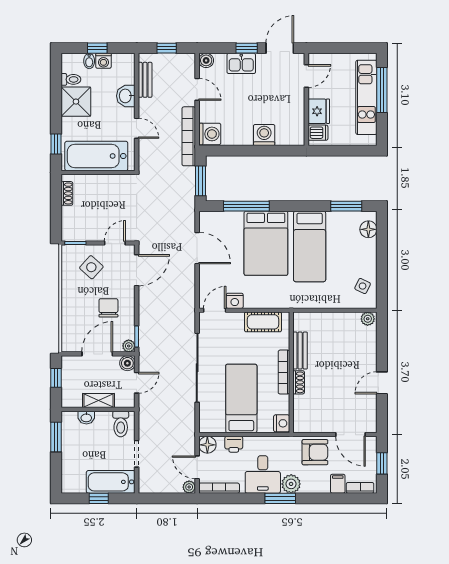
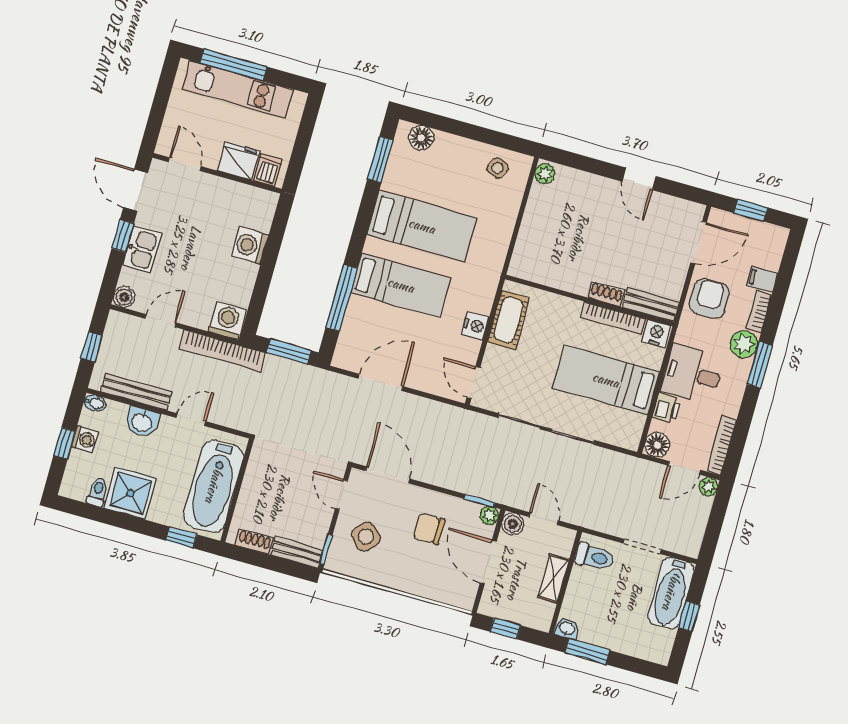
bidet: (89, 61) -> (95, 403), moved
bench: (145, 80) -> (136, 392), width x1.36
bench: (68, 224) -> (297, 552), added
bed: (266, 243) -> (401, 285), width x0.67
nightstand: (235, 301) -> (475, 326), moved
bench: (300, 351) -> (651, 305), moved
bookcase: (284, 372) -> (613, 318), moved
washbasin: (86, 418) -> (567, 629), moved, turned -90
desk: (263, 474) -> (692, 374), moved, turned 180
bookcase: (360, 488) -> (759, 312), moved

